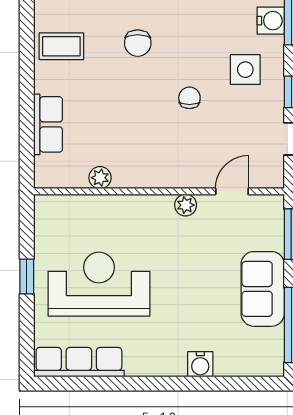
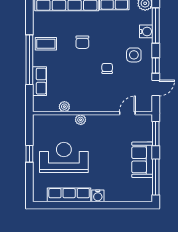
window: (27, 80) -> (29, 60), added
plant: (186, 205) -> (81, 120), moved
row of seats: (79, 362) -> (69, 195), moved
water cooler: (200, 364) -> (98, 196), moved

